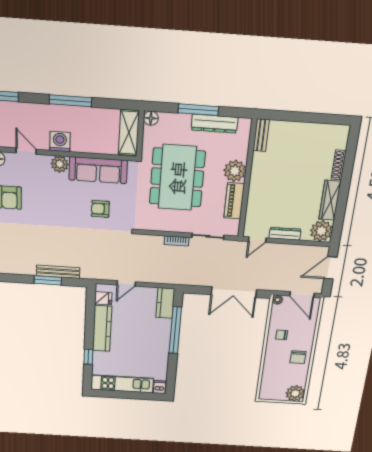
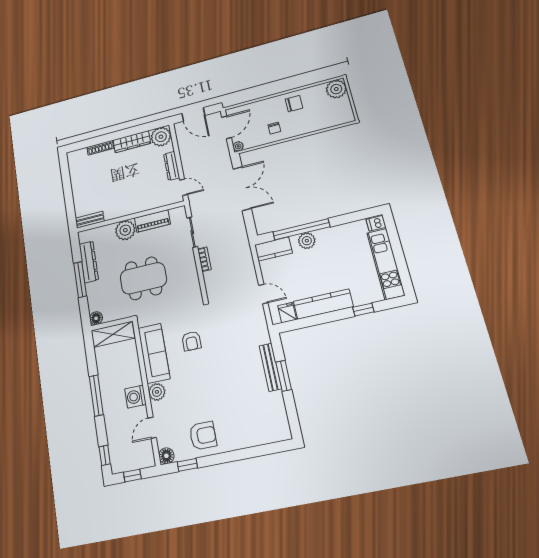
dining table: (177, 178) -> (143, 278), width x0.73, depth x0.80
plant: (163, 332) -> (307, 241), added

